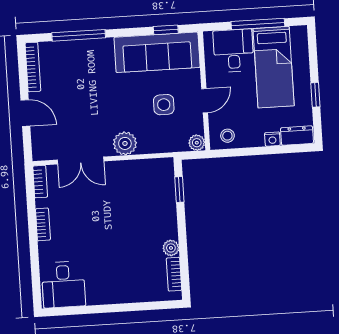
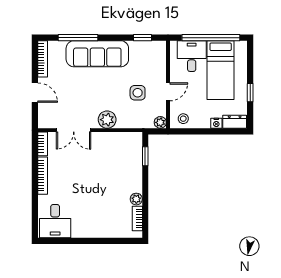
window: (258, 24) -> (211, 38), width x1.46
sofa: (157, 52) -> (97, 54), moved
bookcase: (43, 224) -> (43, 176), width x1.56

